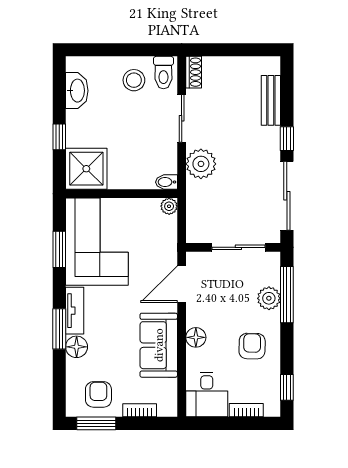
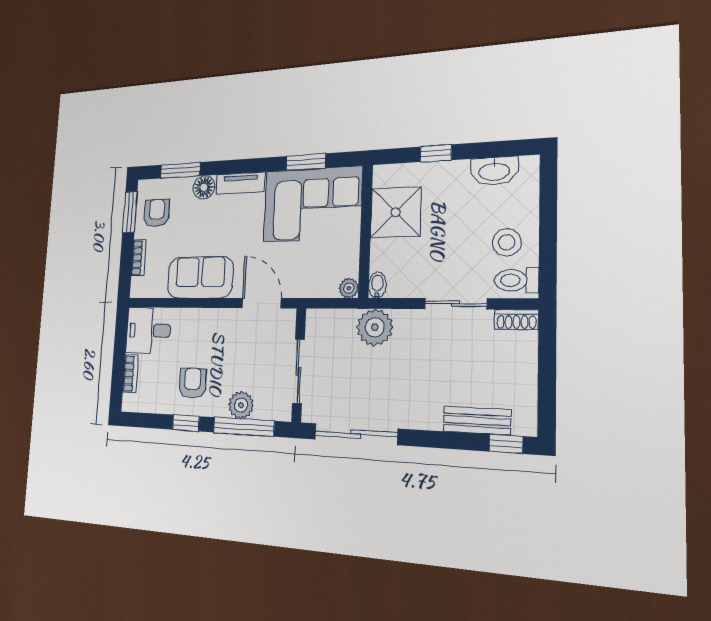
window: (287, 139) -> (506, 444), moved
plant: (201, 164) -> (375, 327), moved
shower: (86, 169) -> (396, 212), moved
window: (59, 329) -> (180, 170), moved
floor lamp: (196, 337) -> (205, 319), removed
armchair: (252, 346) -> (193, 383), turned -91
window: (287, 387) -> (186, 423), moved
armchair: (98, 394) -> (157, 213), turned -90

